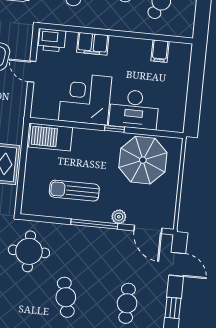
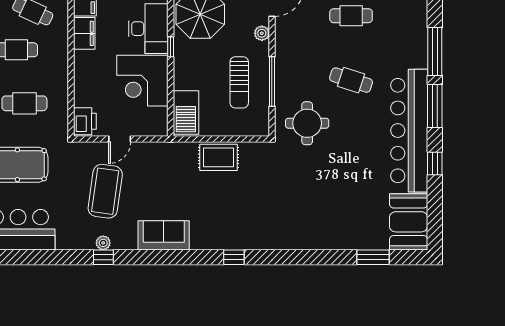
filing cabinet: (93, 44) -> (84, 33), moved
window: (94, 224) -> (272, 81), moved
cafe table: (66, 297) -> (351, 80), turned 30

